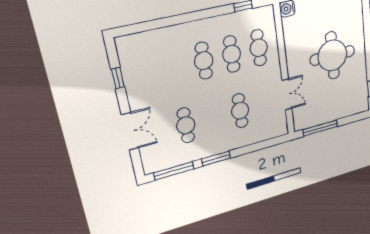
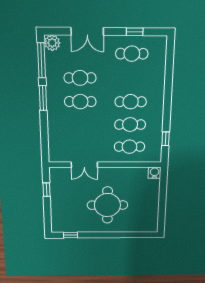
cafe table: (145, 74) -> (132, 54), added
cafe table: (240, 111) -> (80, 102), moved
window: (320, 128) -> (46, 190), width x0.46
plant: (152, 165) -> (52, 43), added

